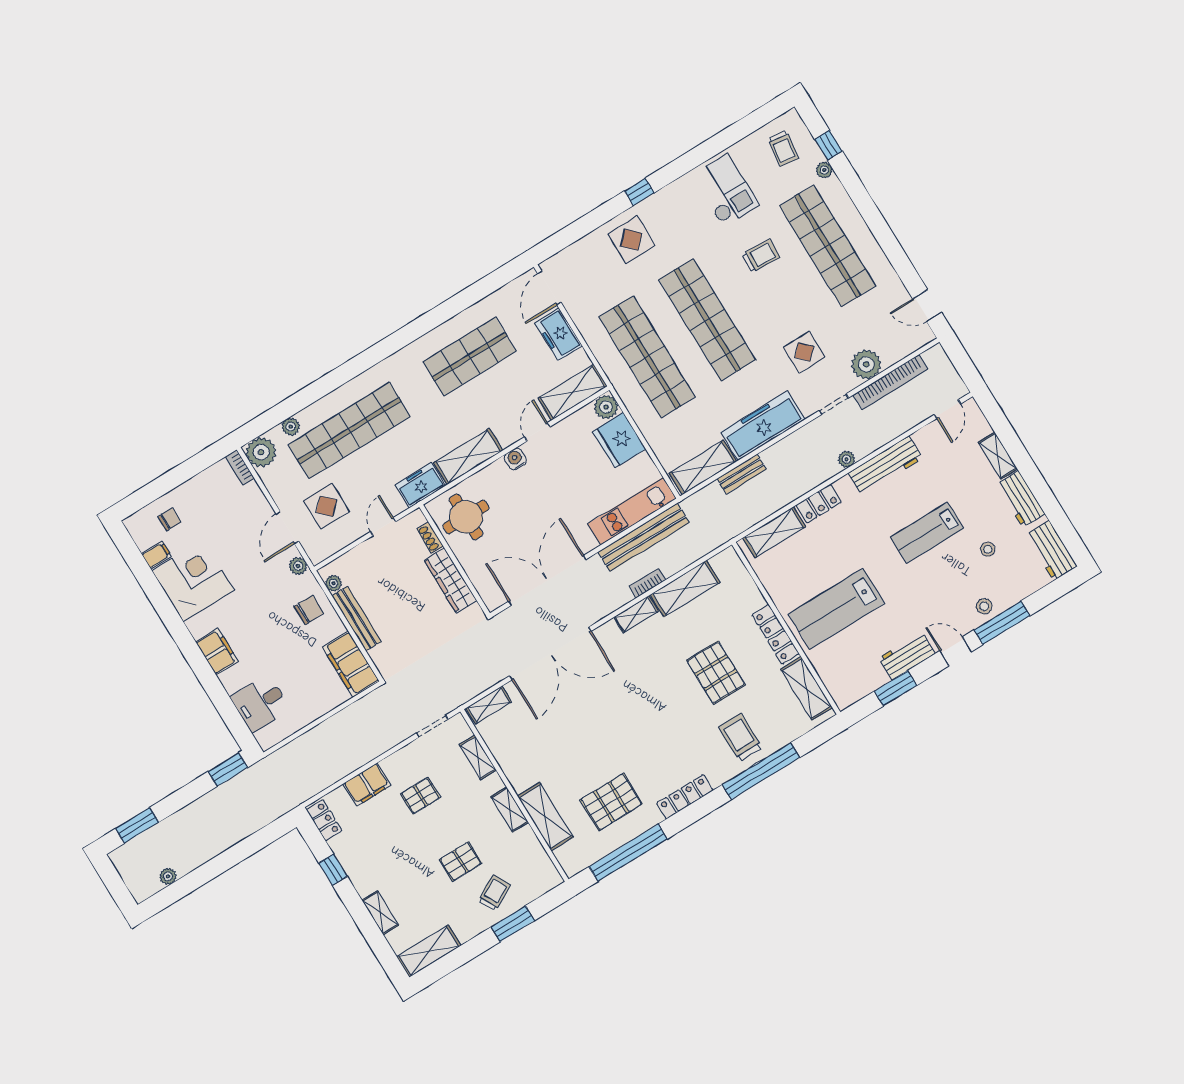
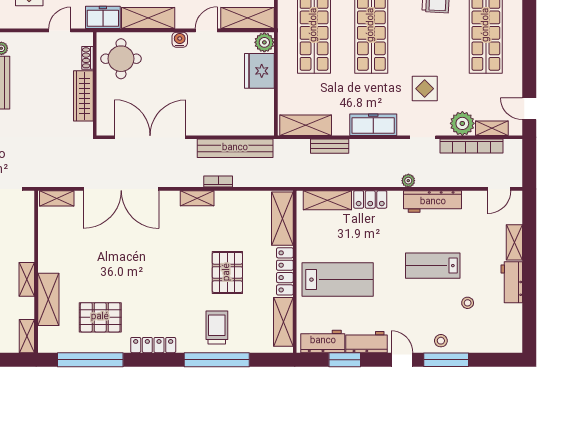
shelving: (901, 350) -> (492, 128), added
freezer: (763, 426) -> (373, 125), width x0.73, depth x0.79
kitchen unit: (632, 511) -> (238, 125), removed
workbench: (1051, 551) -> (323, 341), moved, turned 90
shelving: (685, 589) -> (282, 219), moved, turned 90
lab bench: (836, 609) -> (338, 280), turned 180
shelving: (478, 758) -> (27, 336), moved

